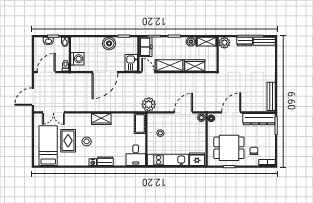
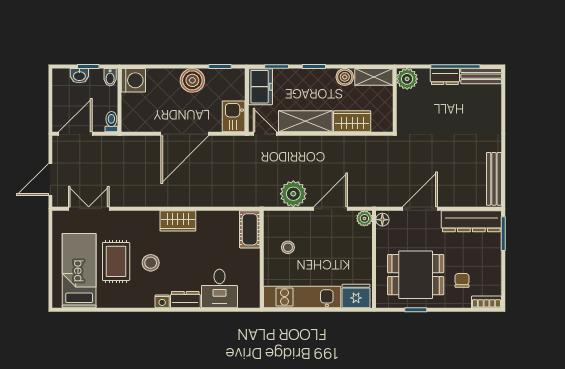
washing machine: (77, 59) -> (133, 80), moved
plant: (149, 104) -> (293, 194), moved
double door: (53, 112) -> (89, 209), swing flipped
desk: (136, 155) -> (219, 289), moved

